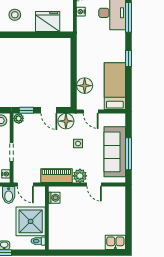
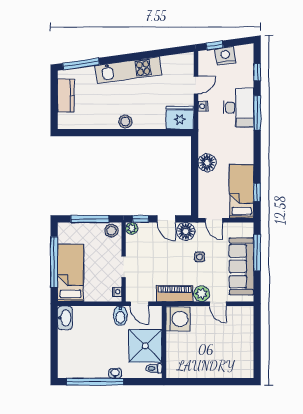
stool: (15, 15) -> (125, 121), moved
fridge: (48, 22) -> (180, 118), moved
window: (128, 58) -> (257, 192), moved
floor lamp: (85, 86) -> (207, 163), moved
window: (128, 154) -> (257, 252), moved
washing machine: (54, 198) -> (178, 319), width x1.89, depth x1.89
kitchen sink: (115, 242) -> (242, 370), removed

